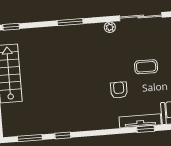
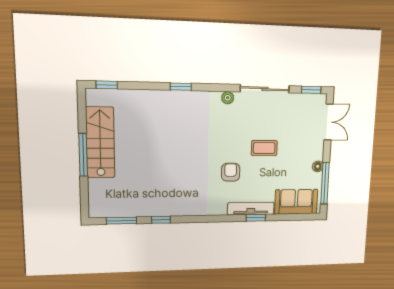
window: (70, 22) -> (181, 87), width x0.67

